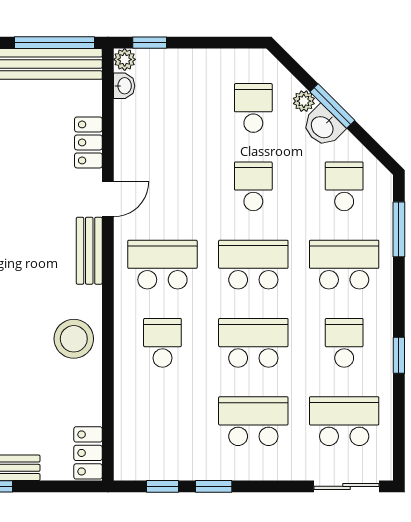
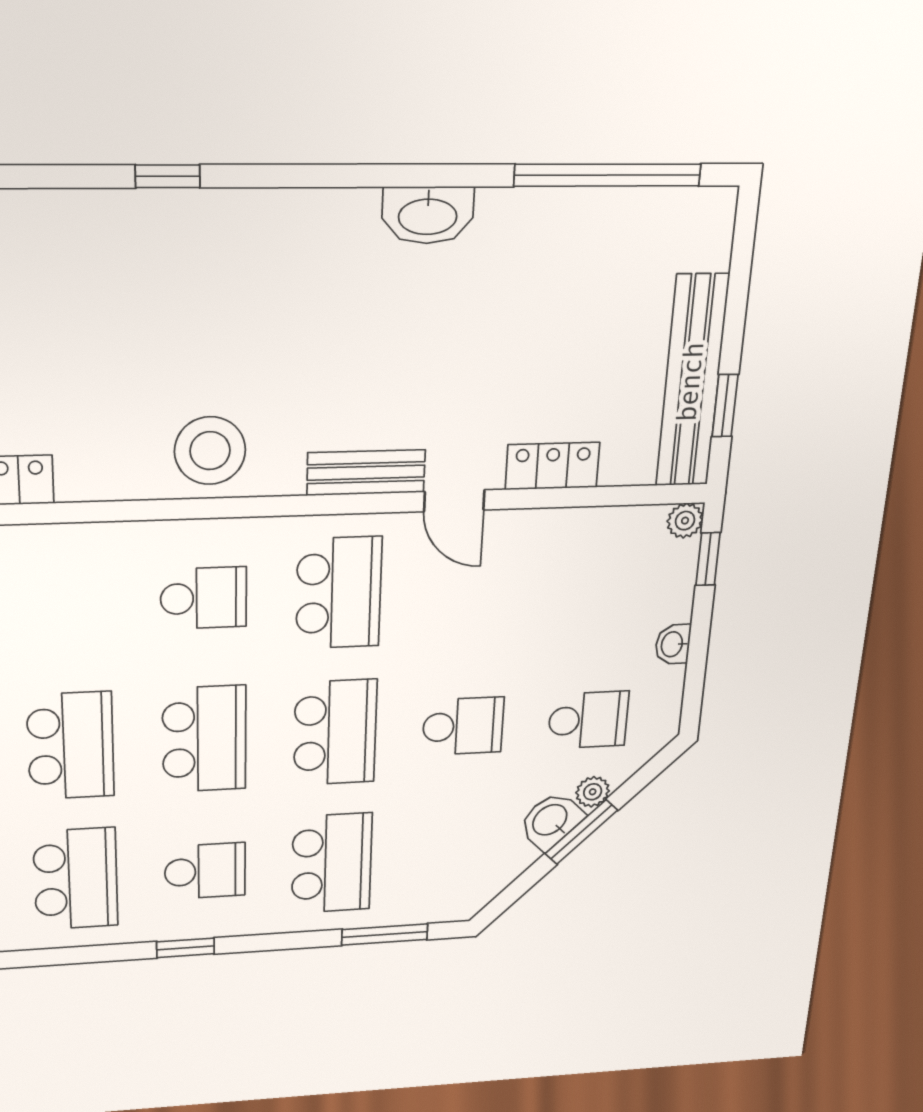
window: (55, 43) -> (725, 406), width x0.46
washbasin: (124, 86) -> (673, 644), moved, turned 90
school desk: (344, 186) -> (456, 856), removed

